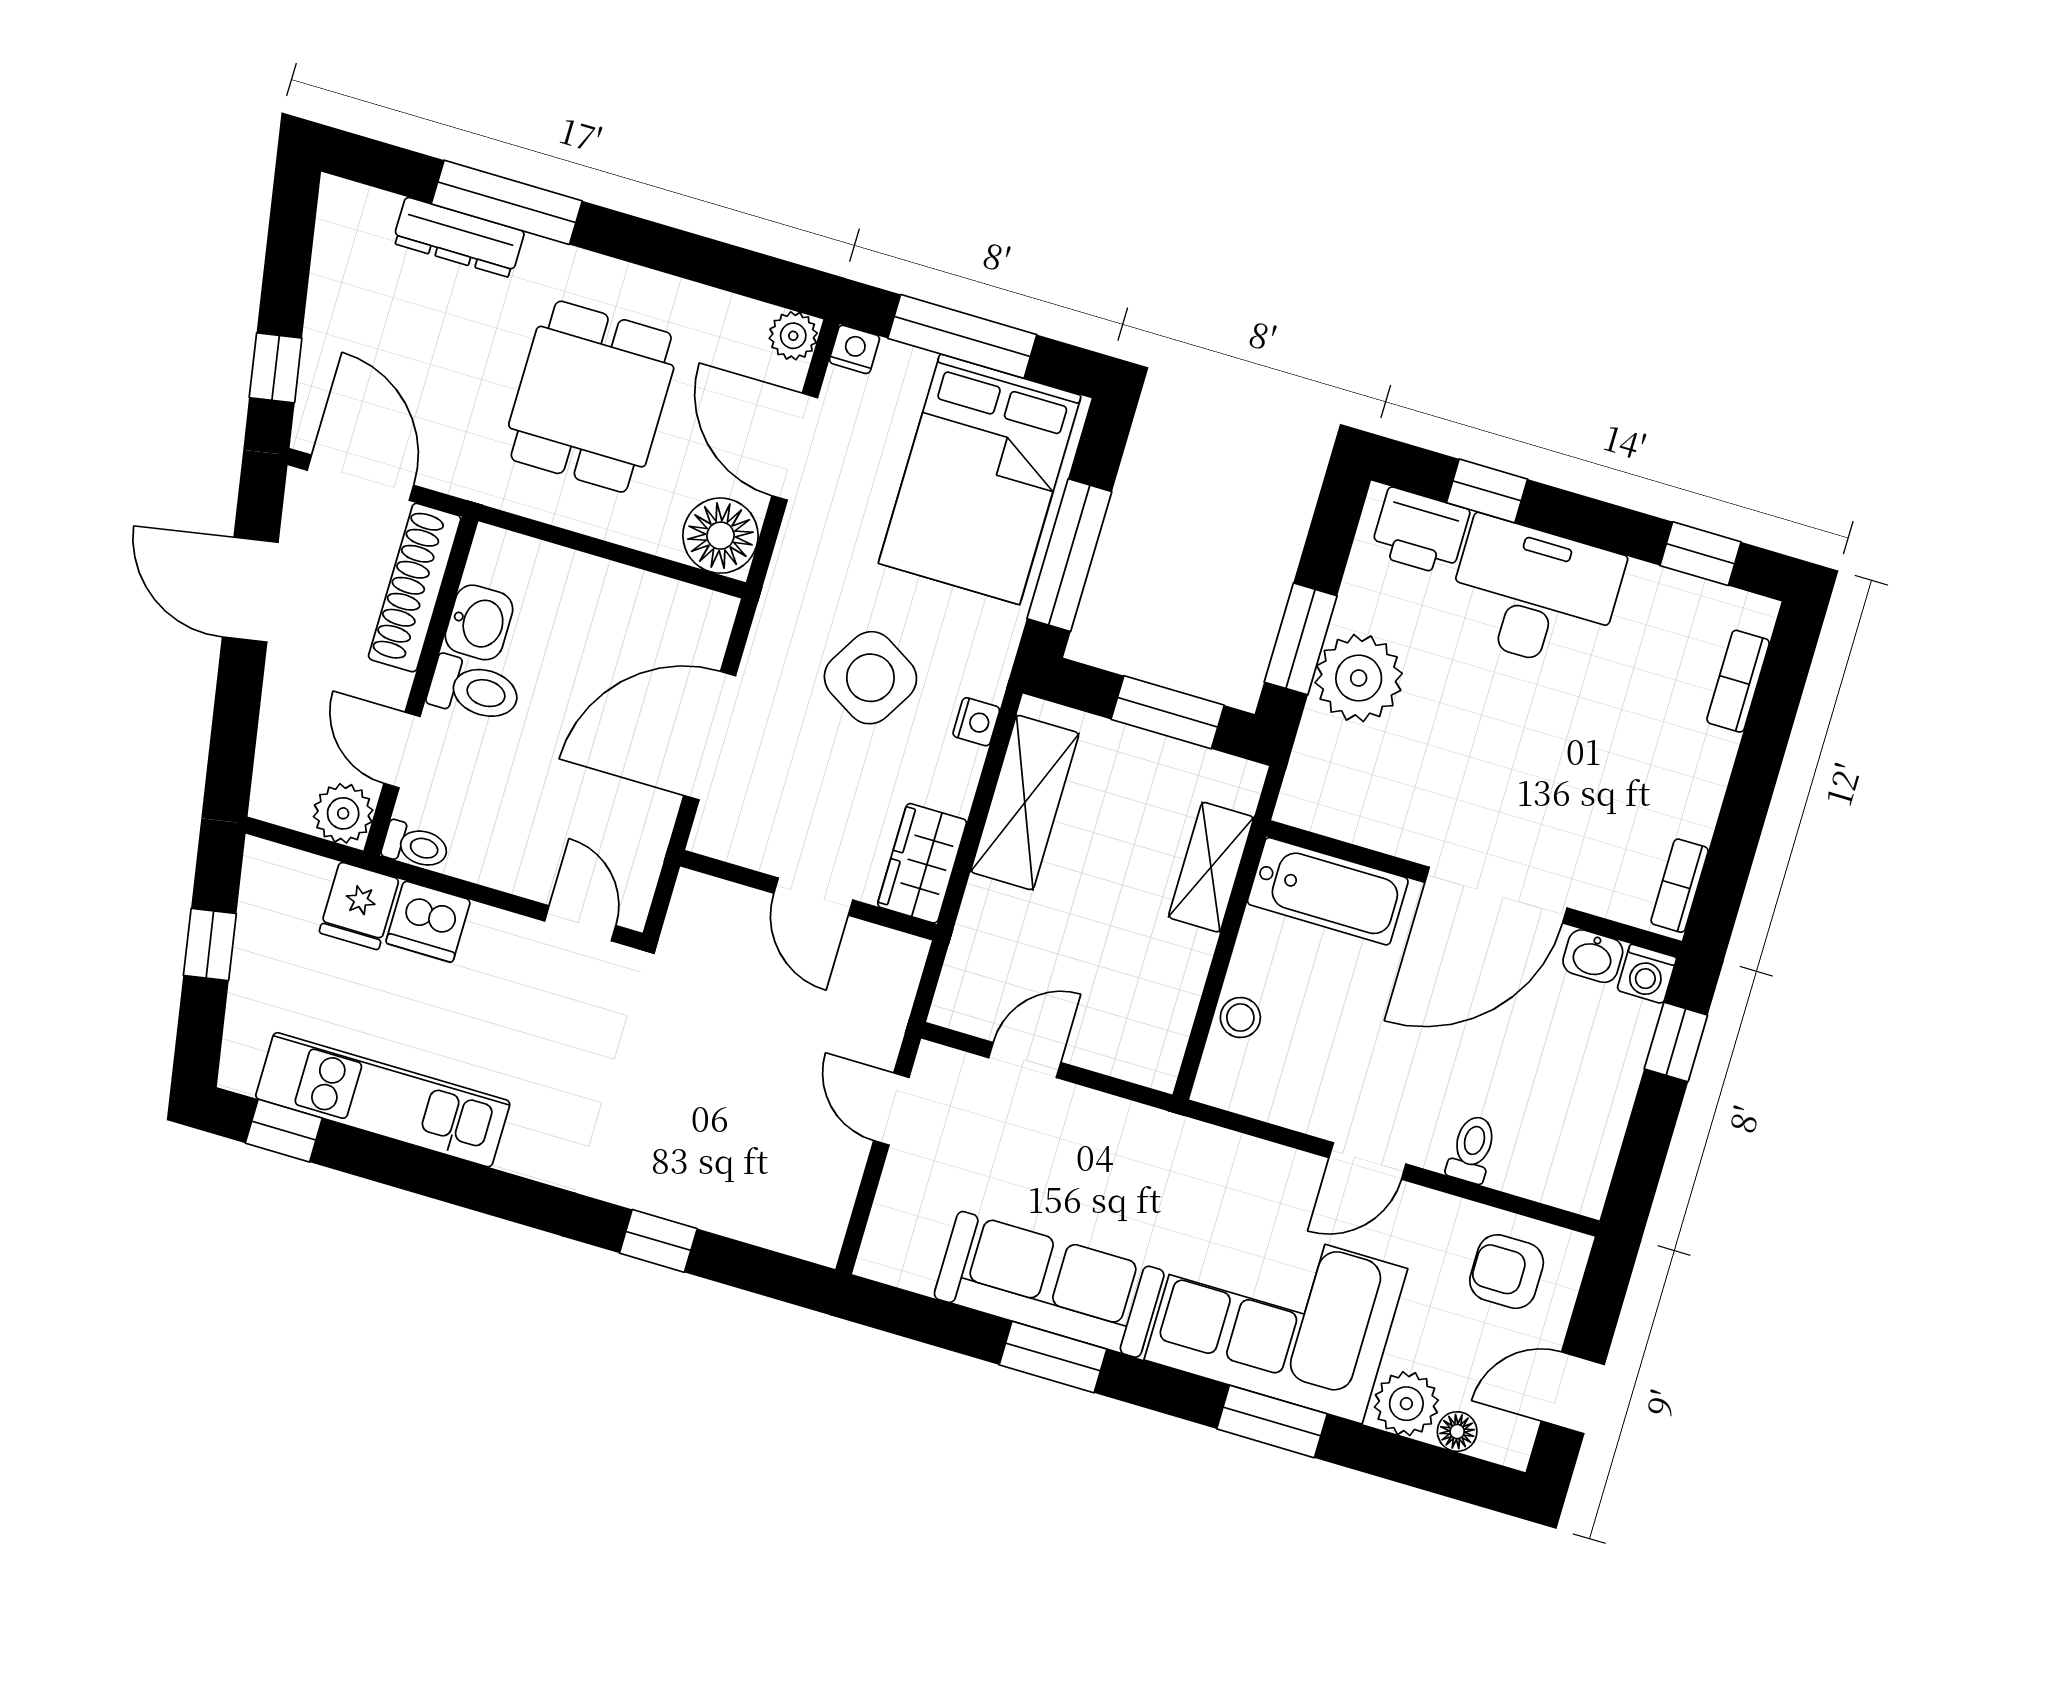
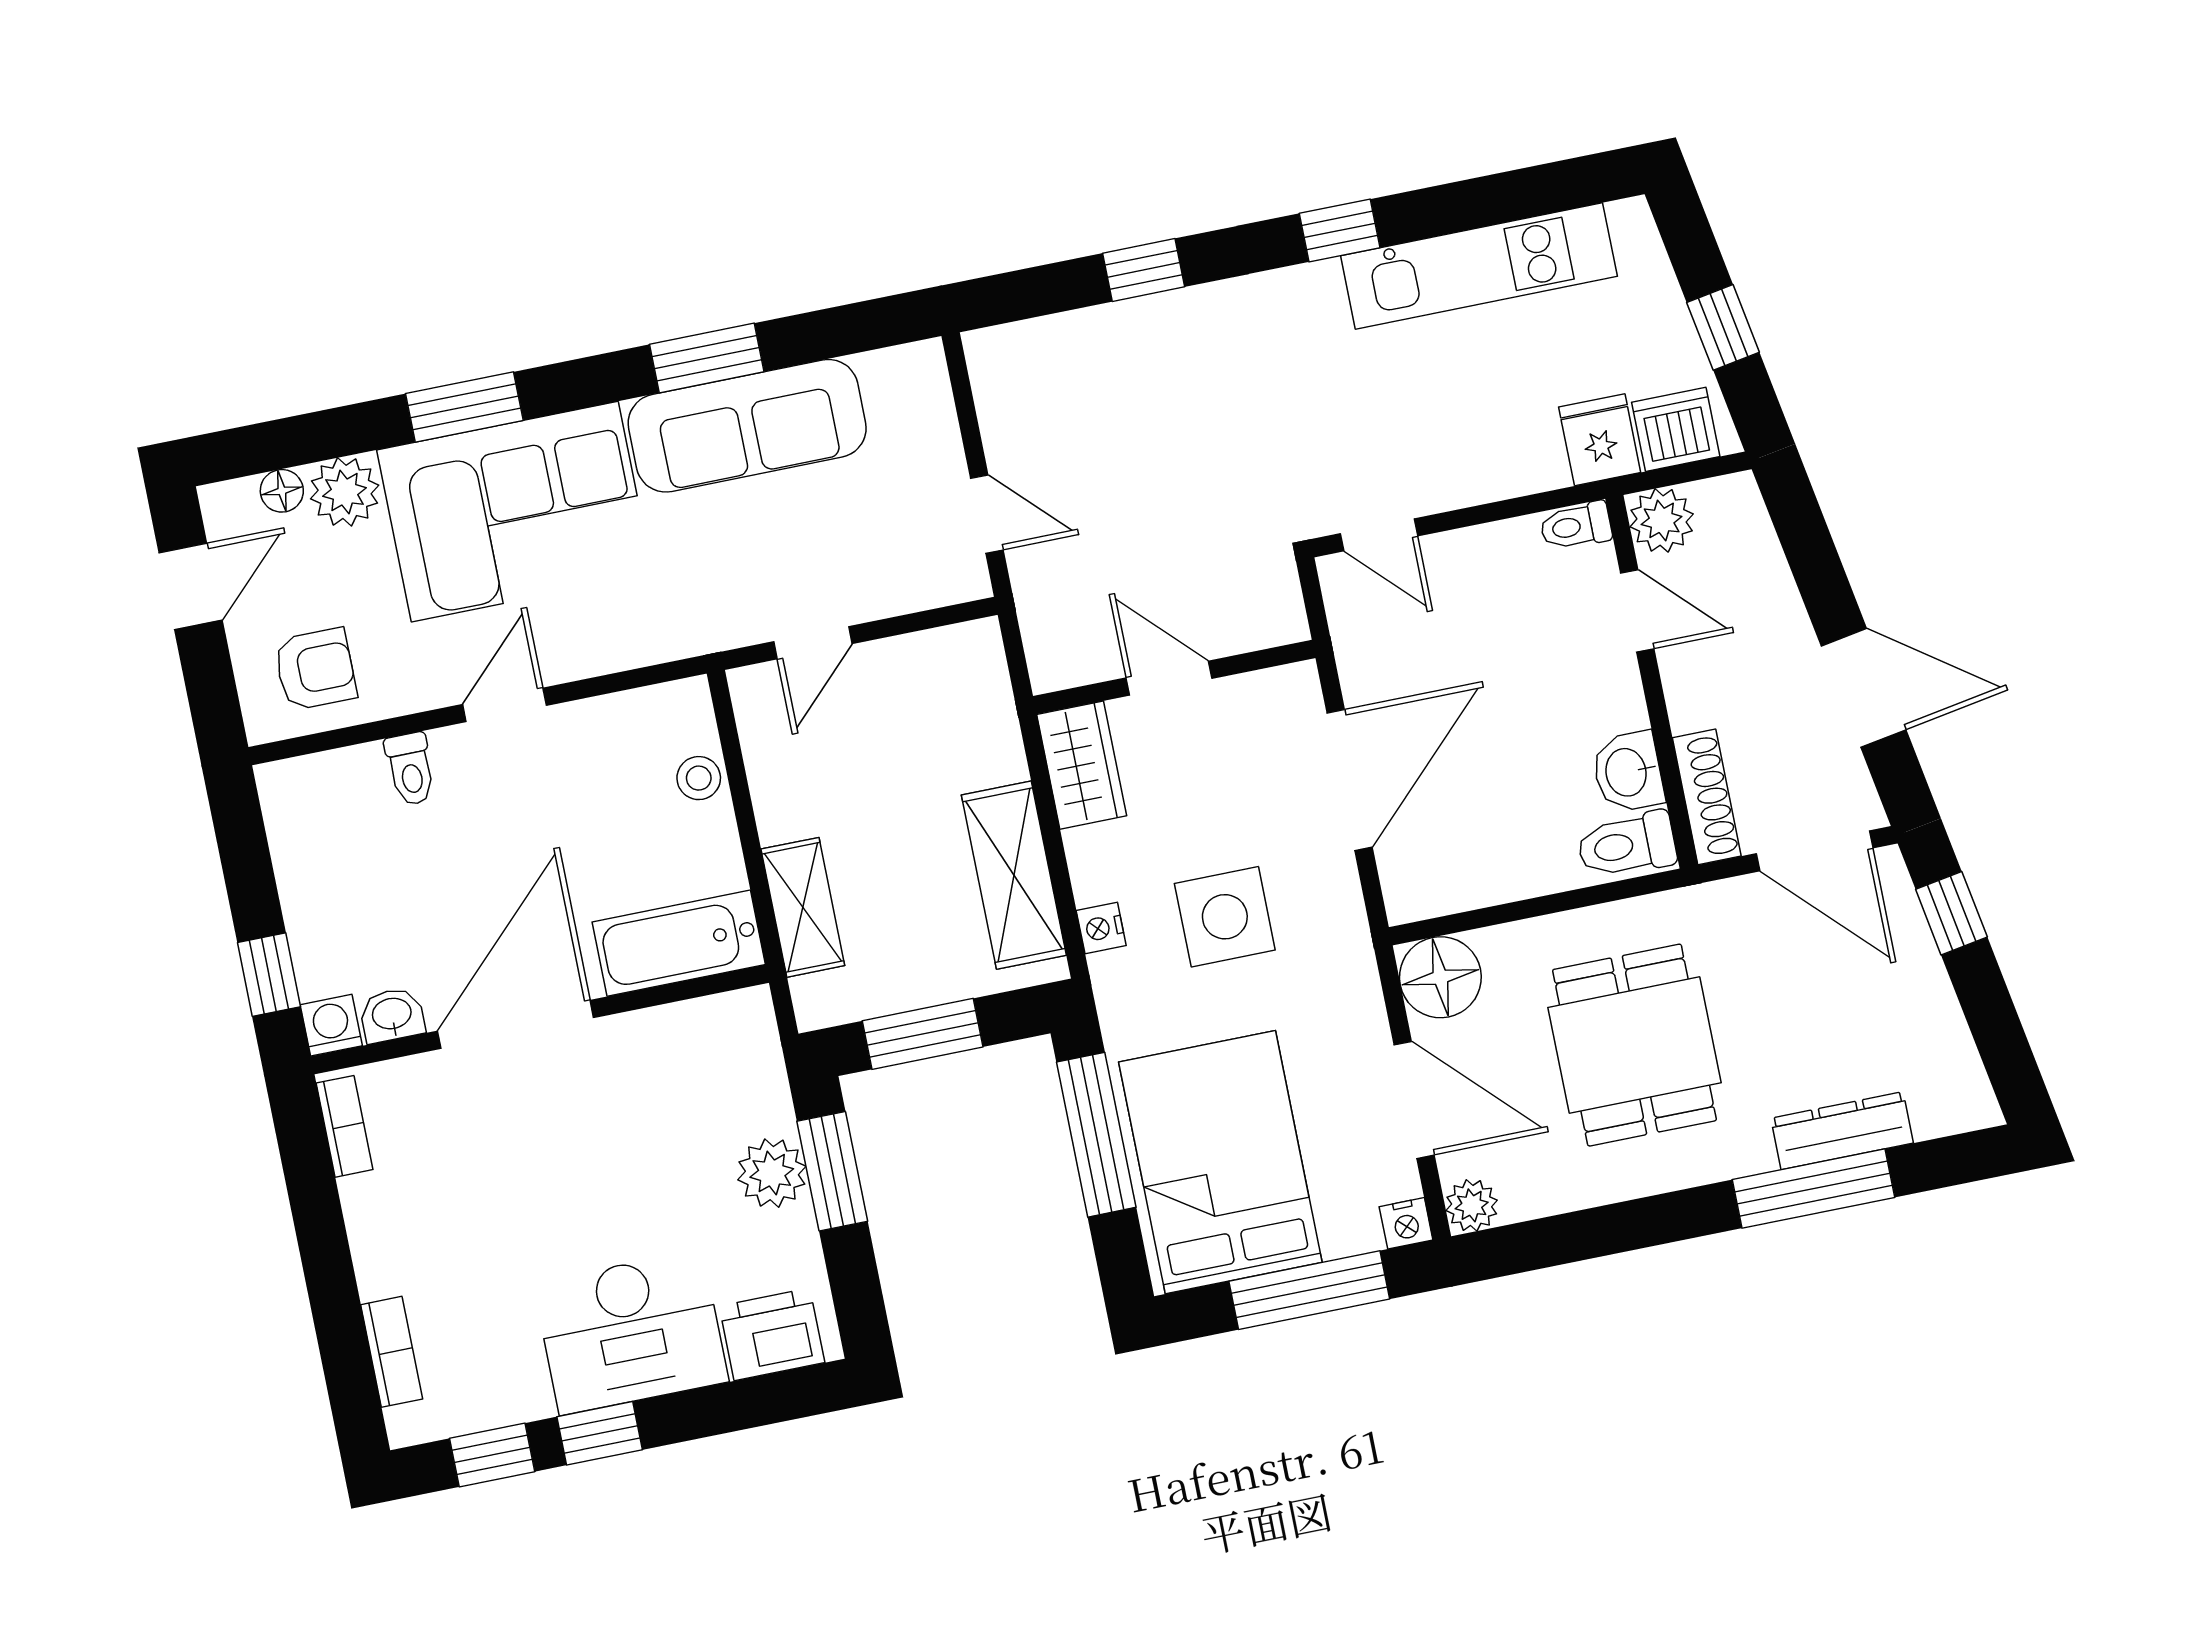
window: (1487, 491) -> (600, 1433), moved
shoe rack: (415, 588) -> (1707, 797), width x0.74, depth x0.81
side table: (870, 678) -> (1225, 917), turned -31
plant: (1359, 678) -> (772, 1173), width x0.73, depth x0.73
toilet: (474, 690) -> (1627, 845), moved
dishwasher: (428, 922) -> (1676, 429), moved
door: (1025, 1060) -> (813, 643), moved
window: (284, 1131) -> (1340, 230), moved

